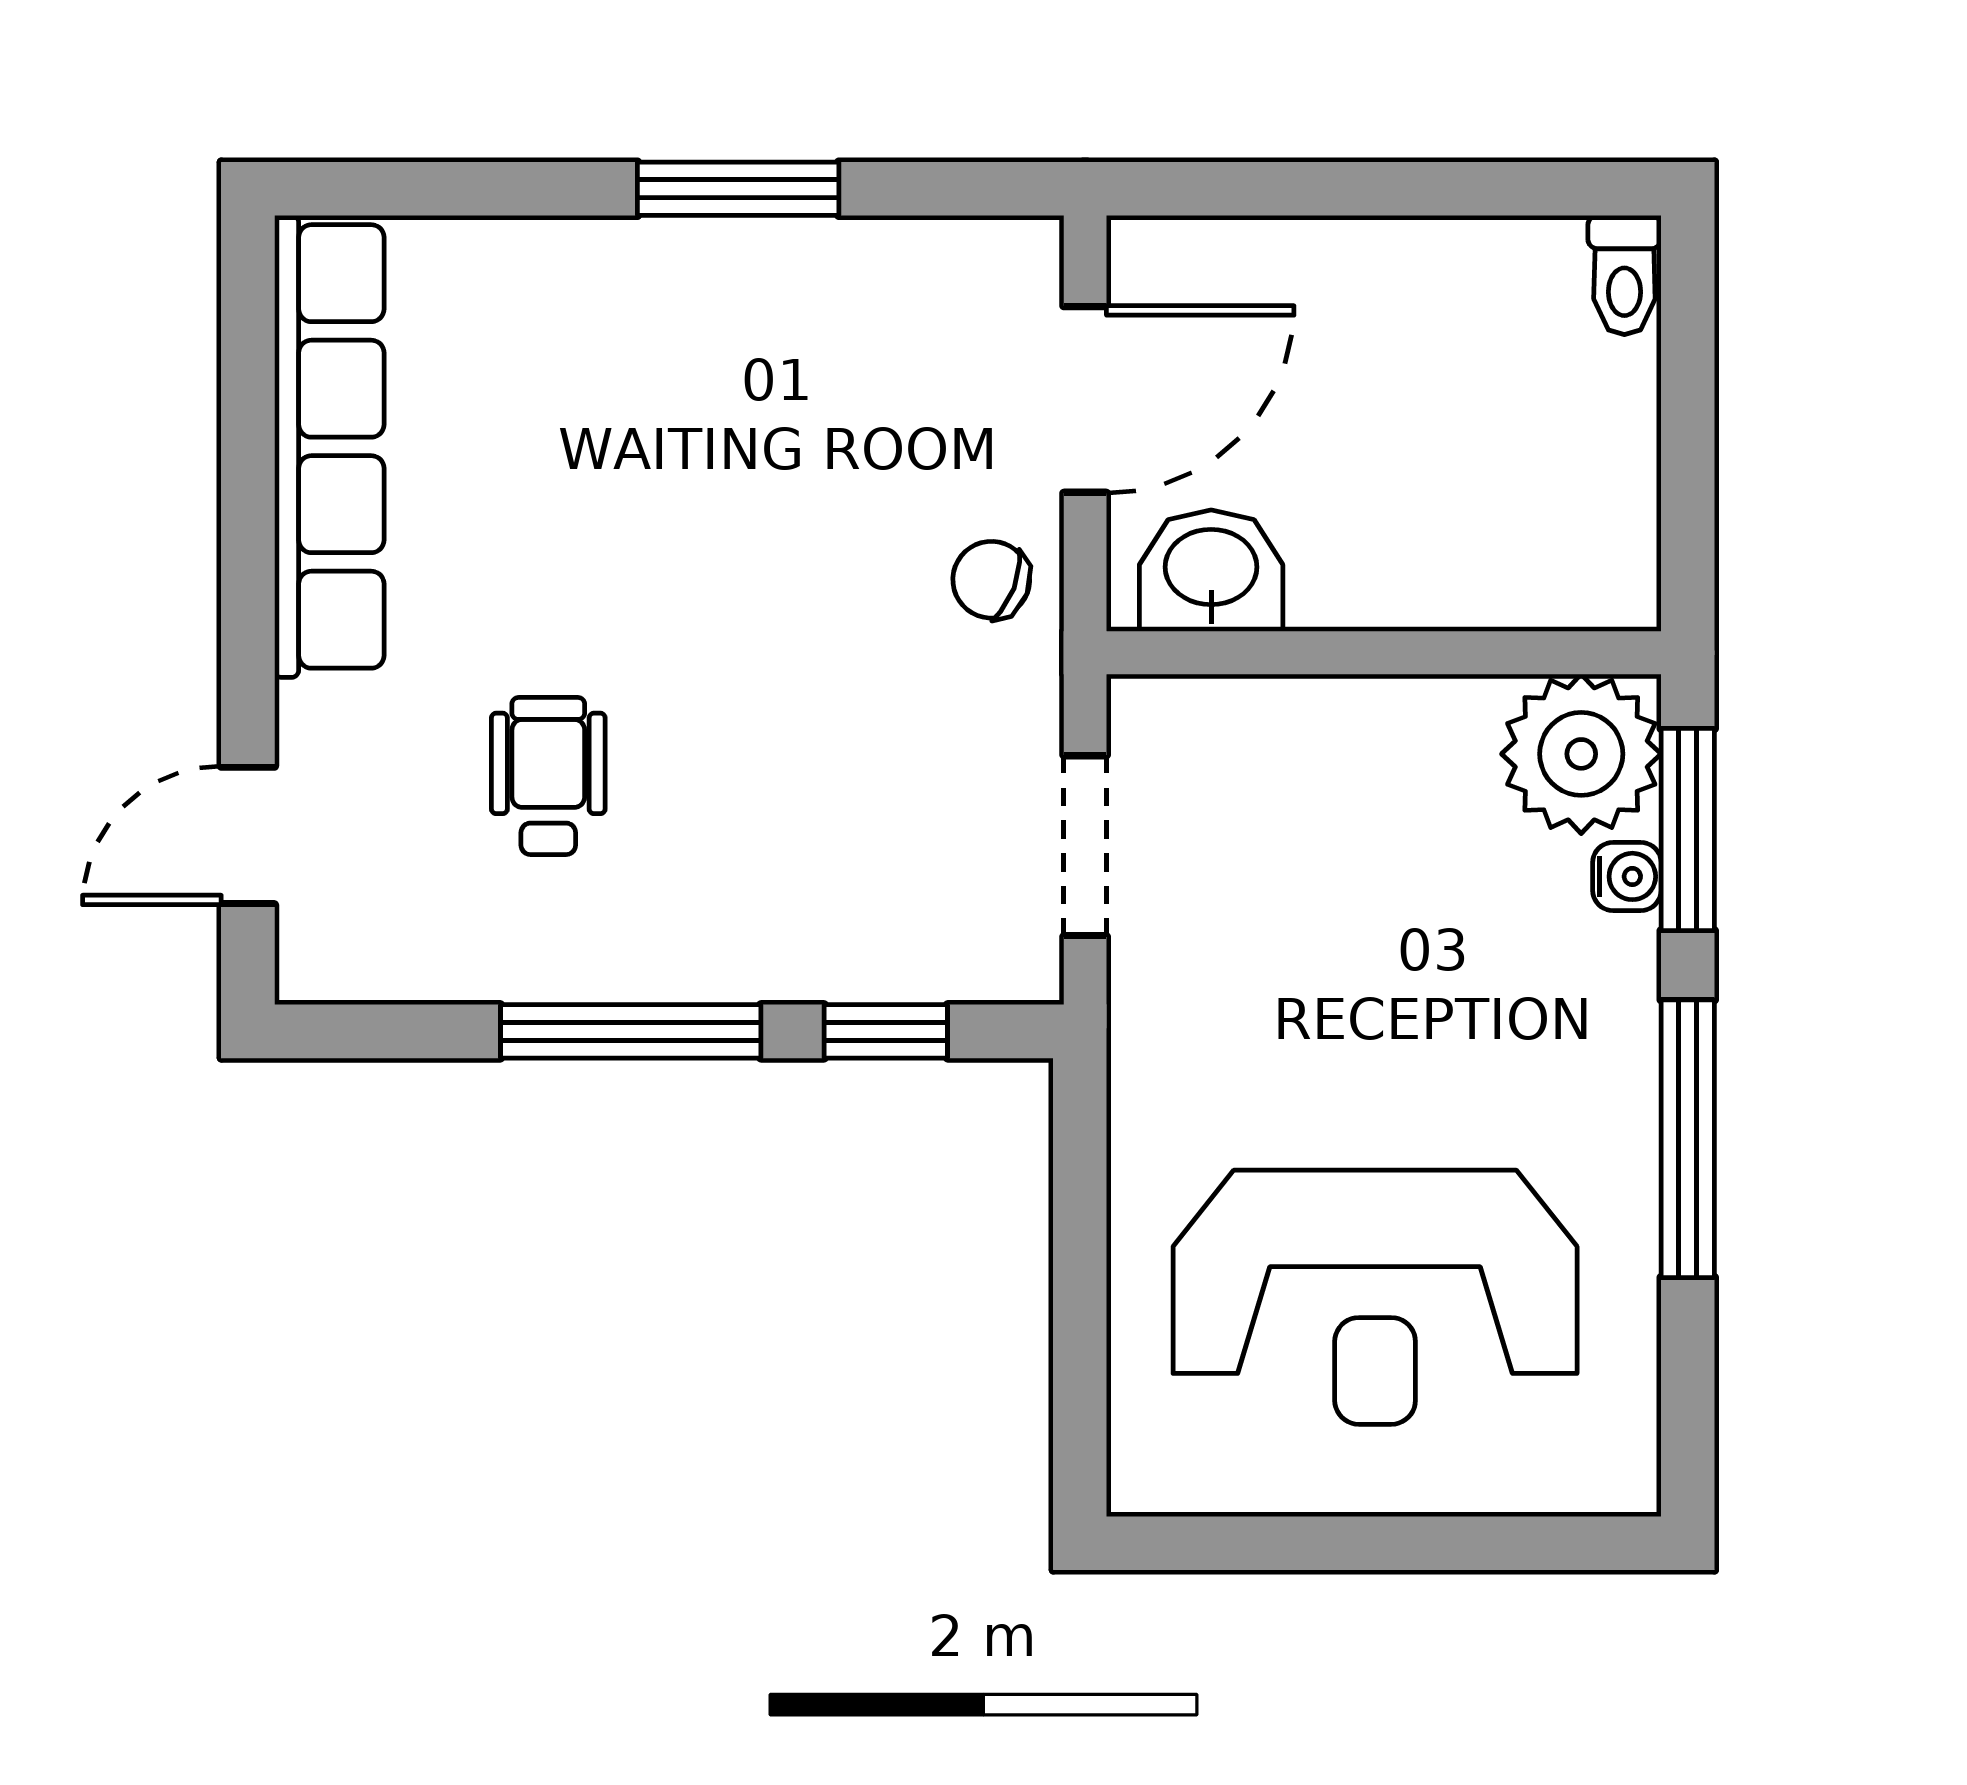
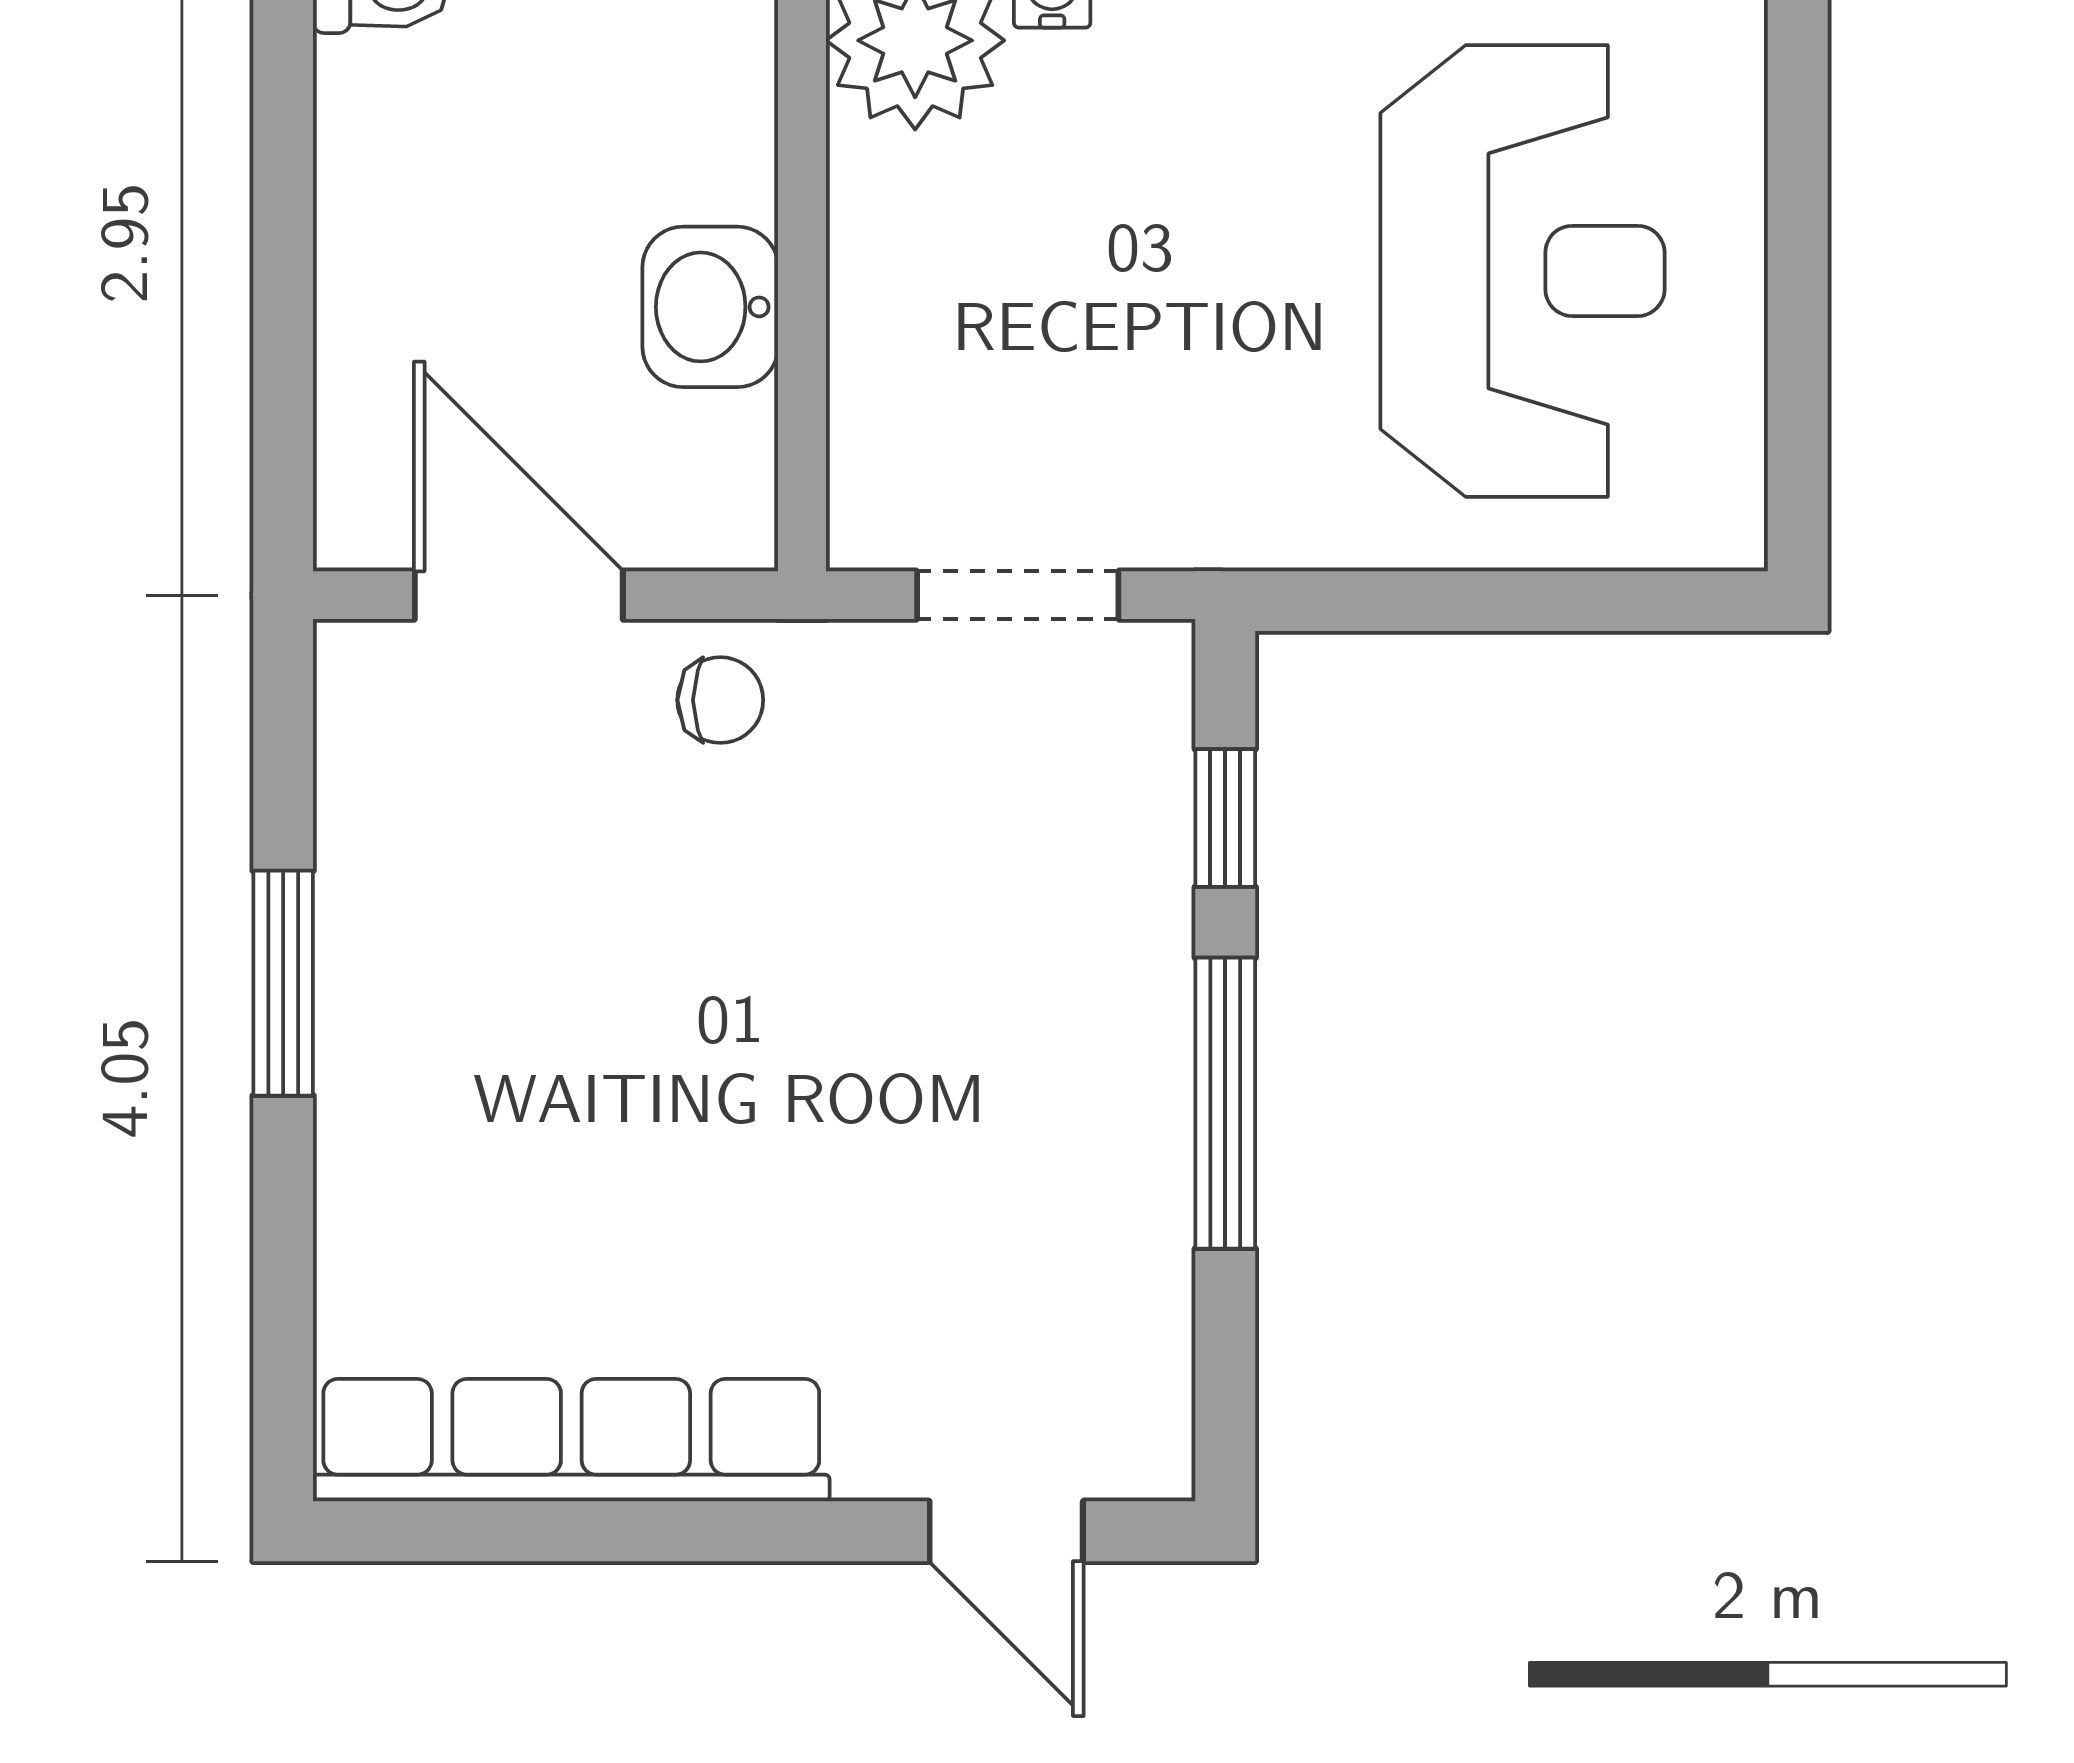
washbasin: (1211, 571) -> (710, 307), moved
chair: (991, 580) -> (720, 700), turned -111
wheelchair: (548, 776) -> (940, 1195), removed

